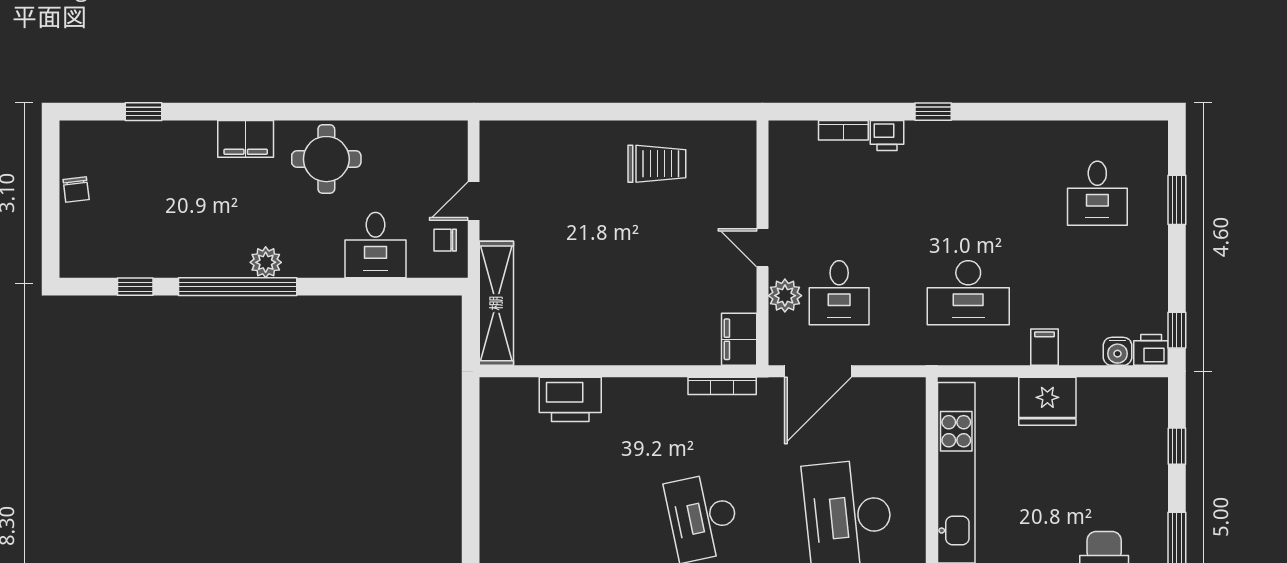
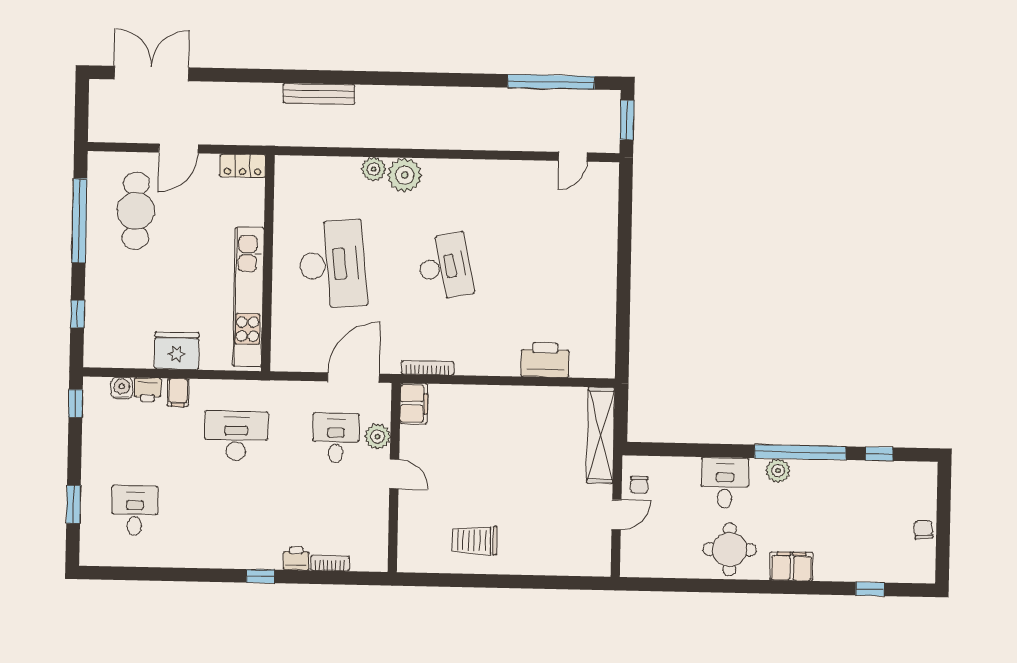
chair: (445, 240) -> (639, 485), turned 90
desk: (376, 245) -> (725, 483), moved
printer: (1151, 350) -> (148, 390), moved

